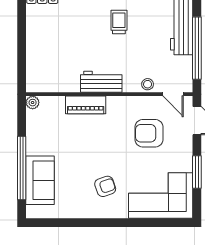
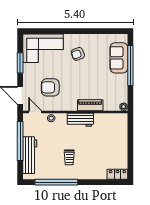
armchair: (149, 133) -> (50, 87), turned 180

